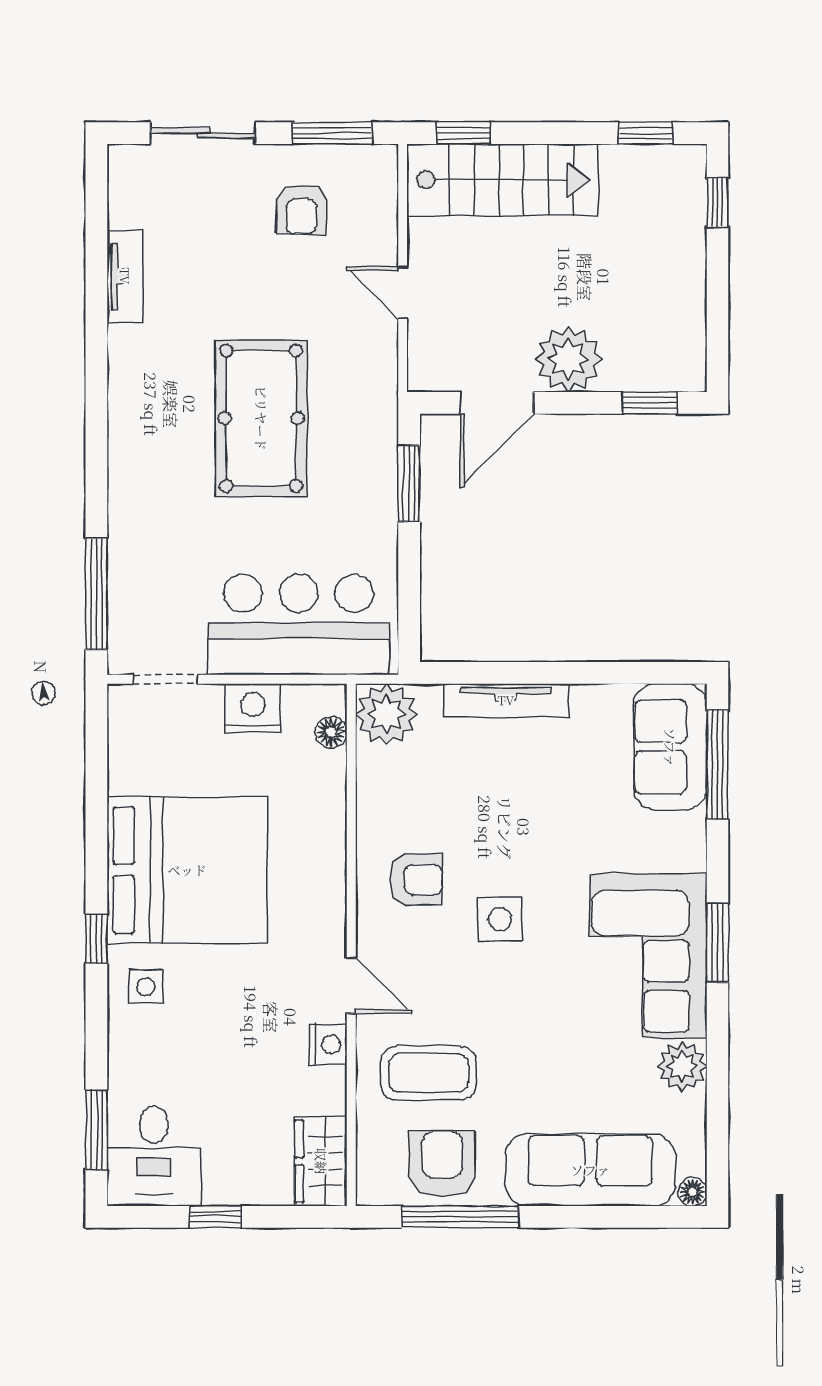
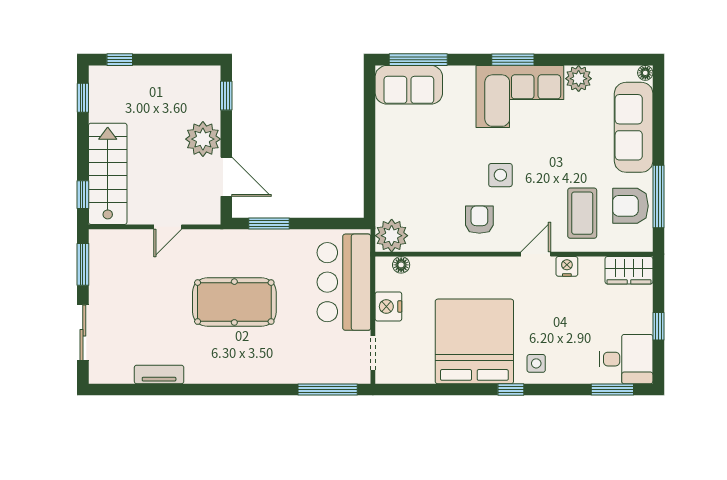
armchair: (302, 209) -> (123, 281), removed
tv unit: (506, 700) -> (384, 172), removed

